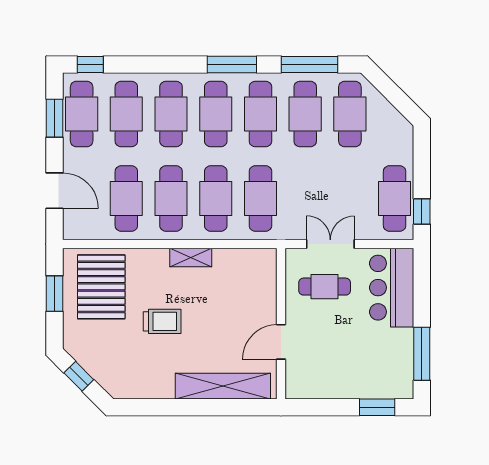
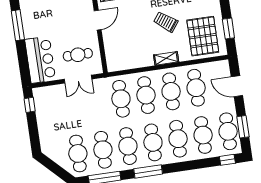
cafe table: (395, 199) -> (46, 110), removed
shelving: (191, 257) -> (166, 58), moved
trolley: (162, 321) -> (166, 22), turned 37

